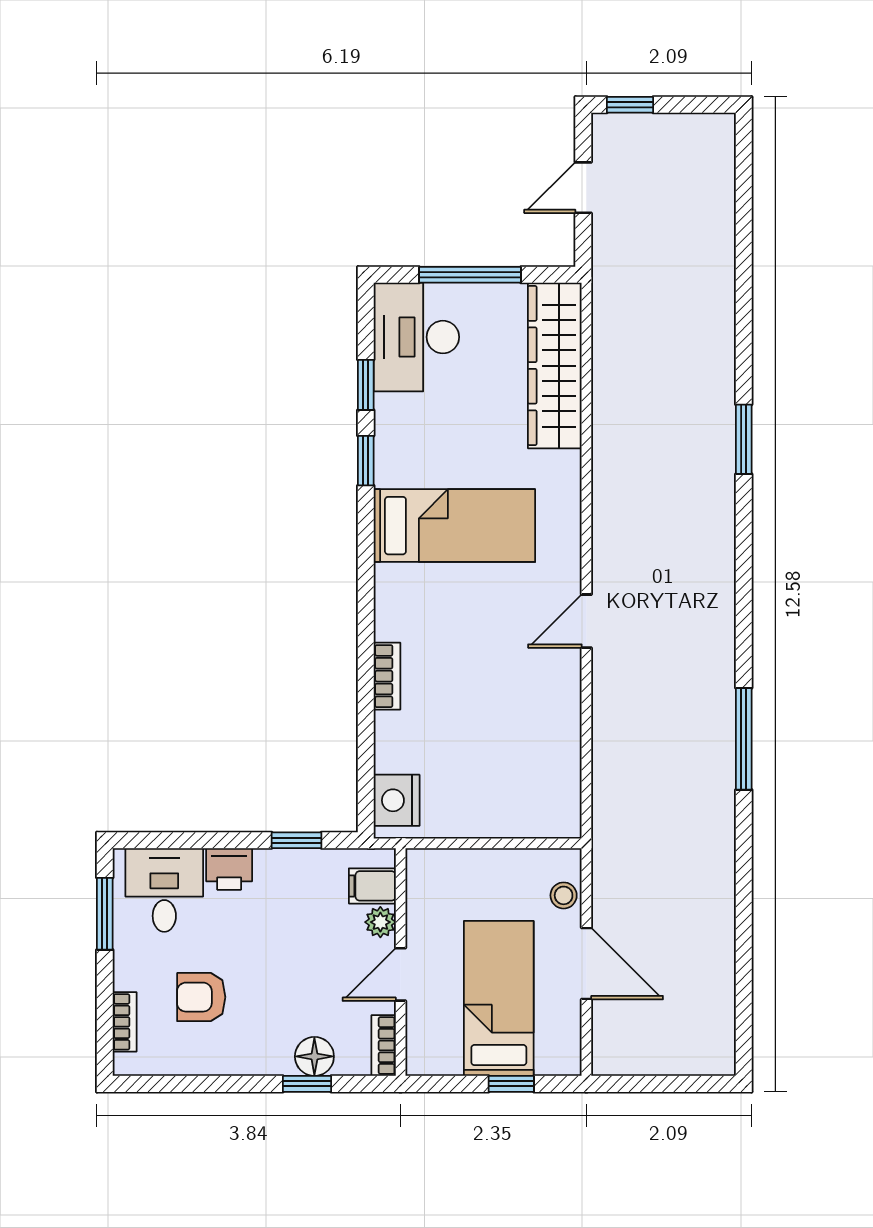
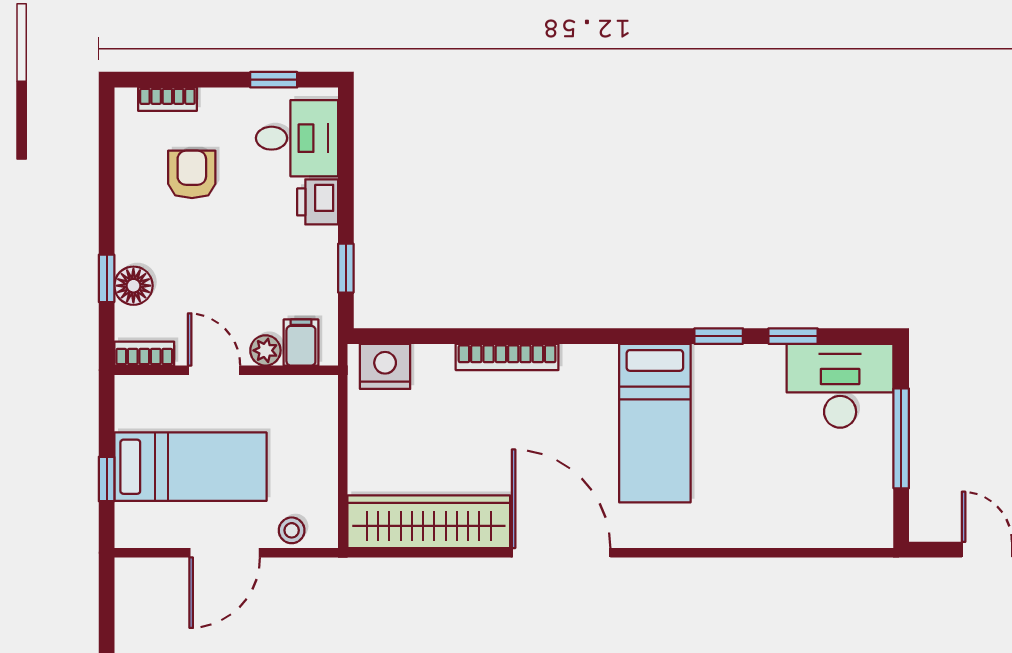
wardrobe: (555, 366) -> (429, 522), moved
door: (586, 621) -> (561, 553), width x1.88
bookcase: (387, 676) -> (507, 357), width x1.56
window: (105, 914) -> (274, 80), width x0.67

